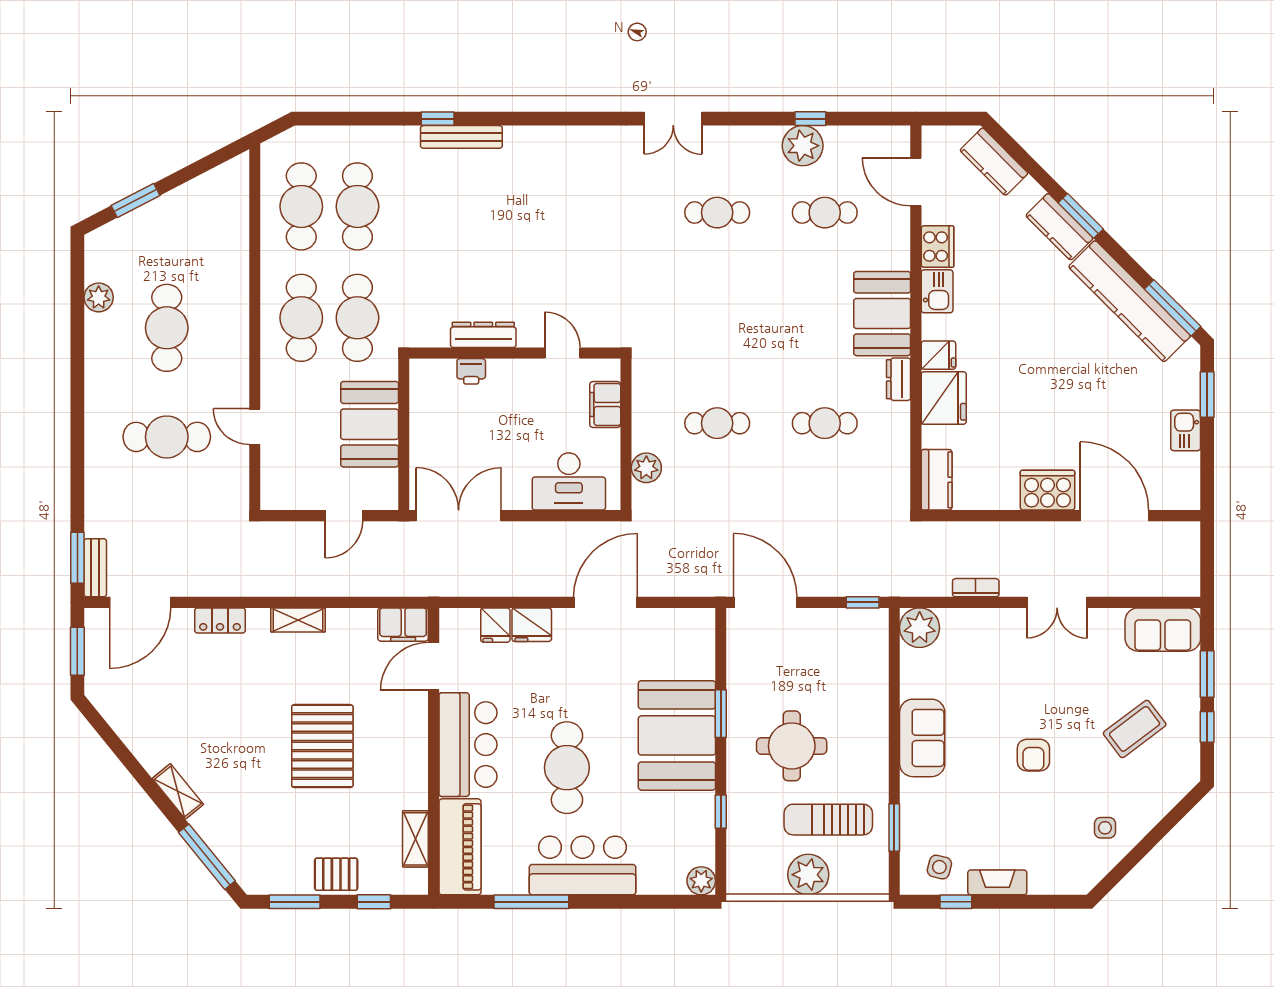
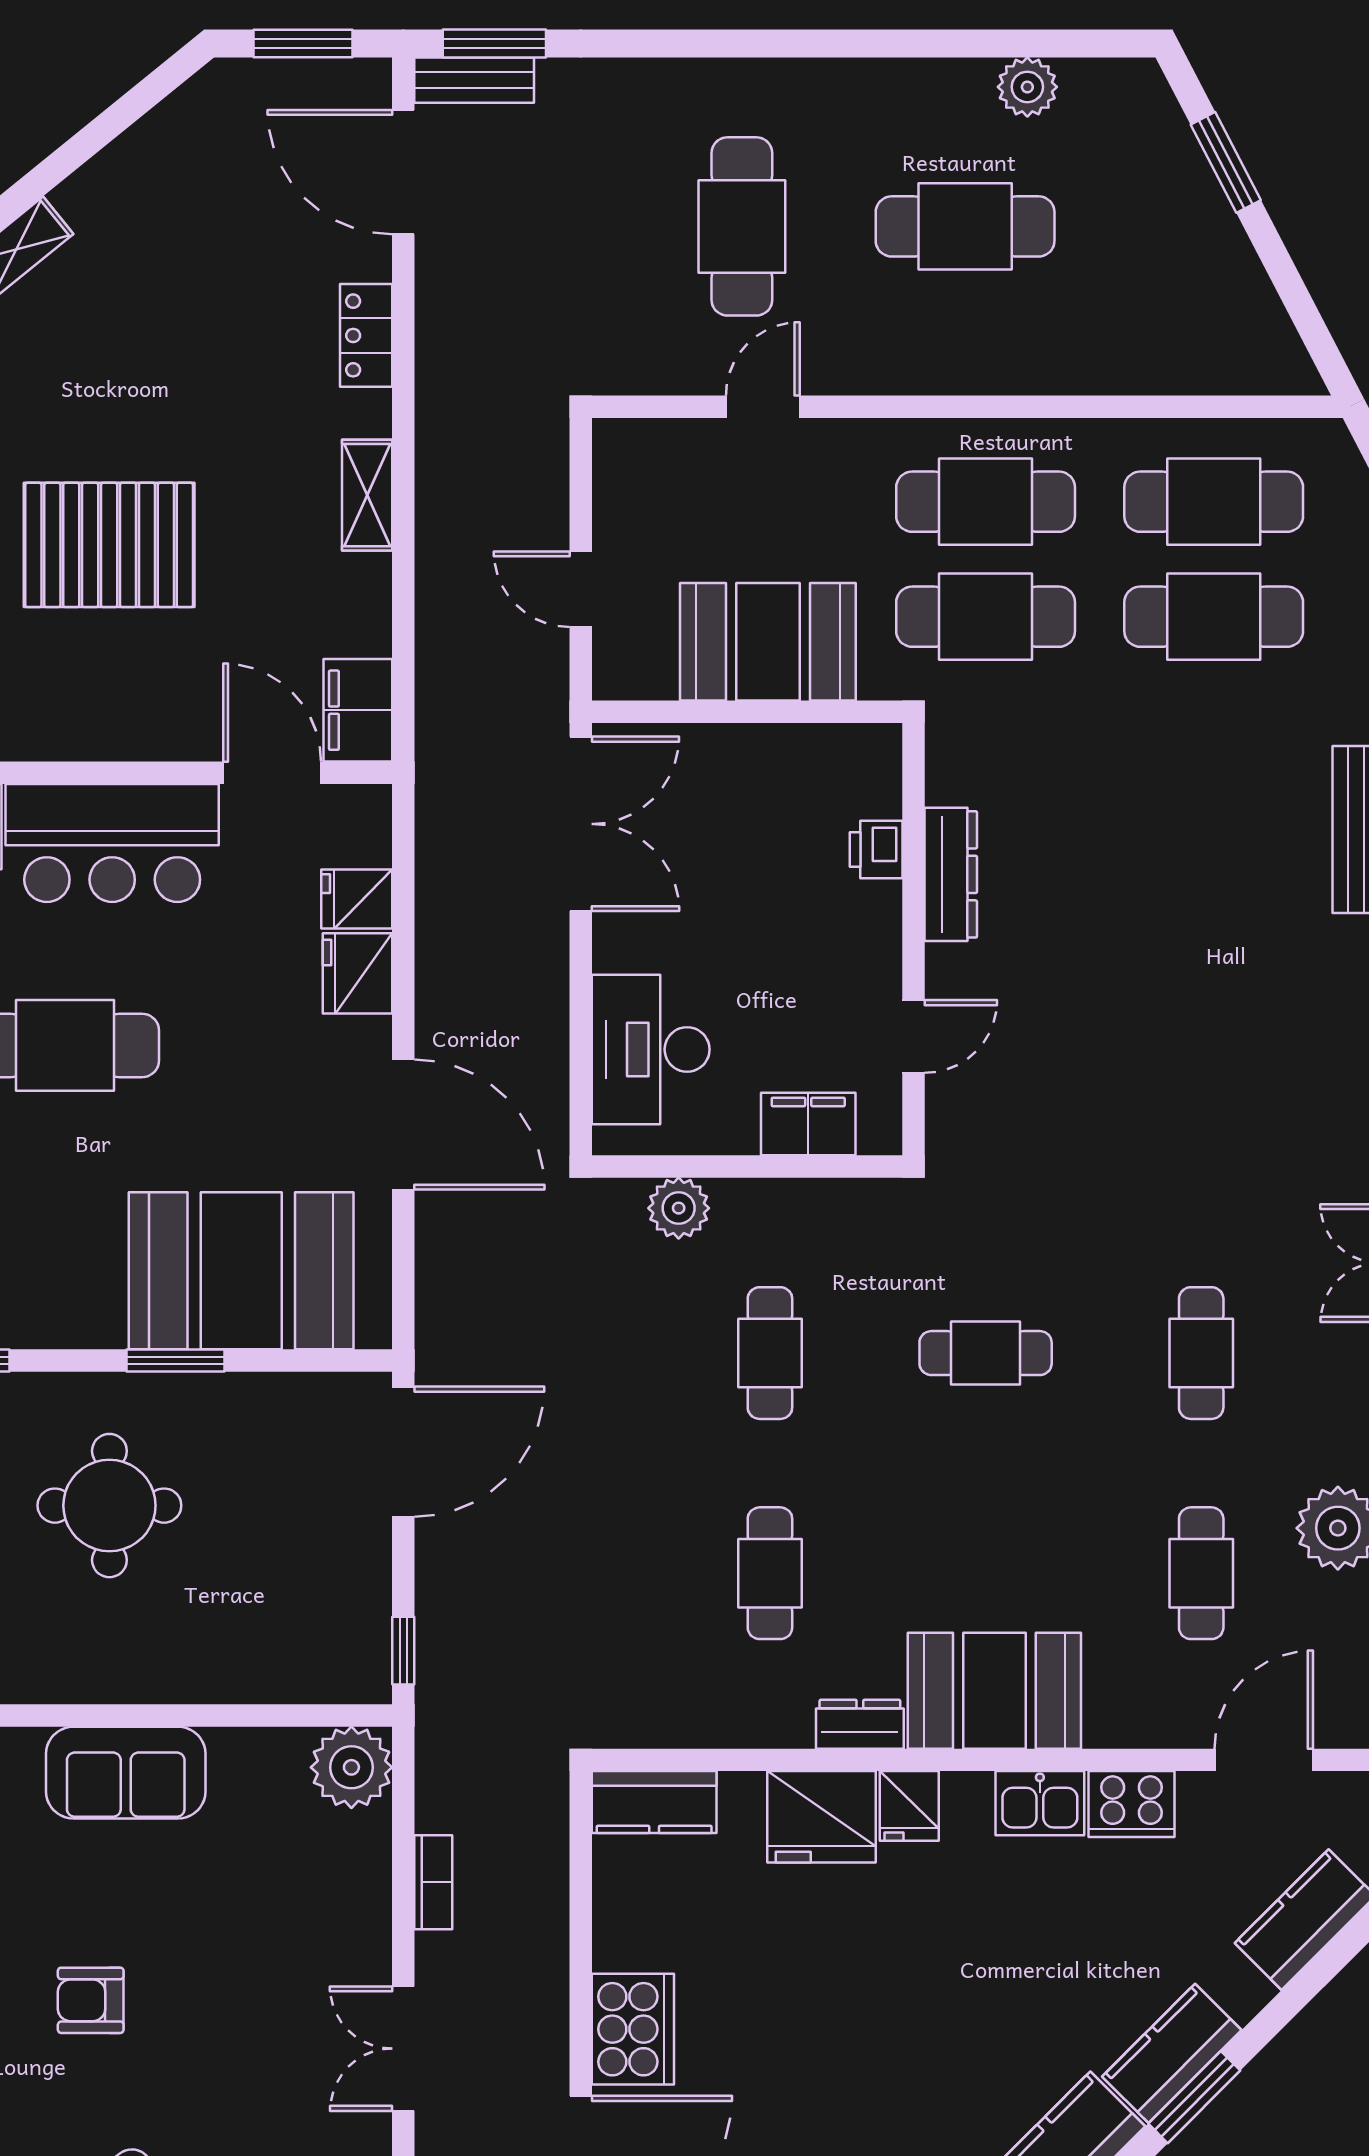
cafe table: (717, 318) -> (986, 1353), added
booth: (677, 735) -> (241, 1271), moved

